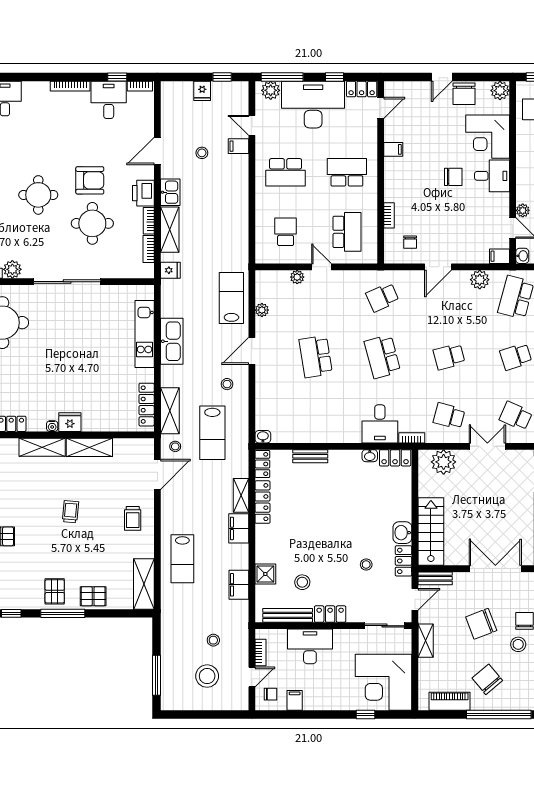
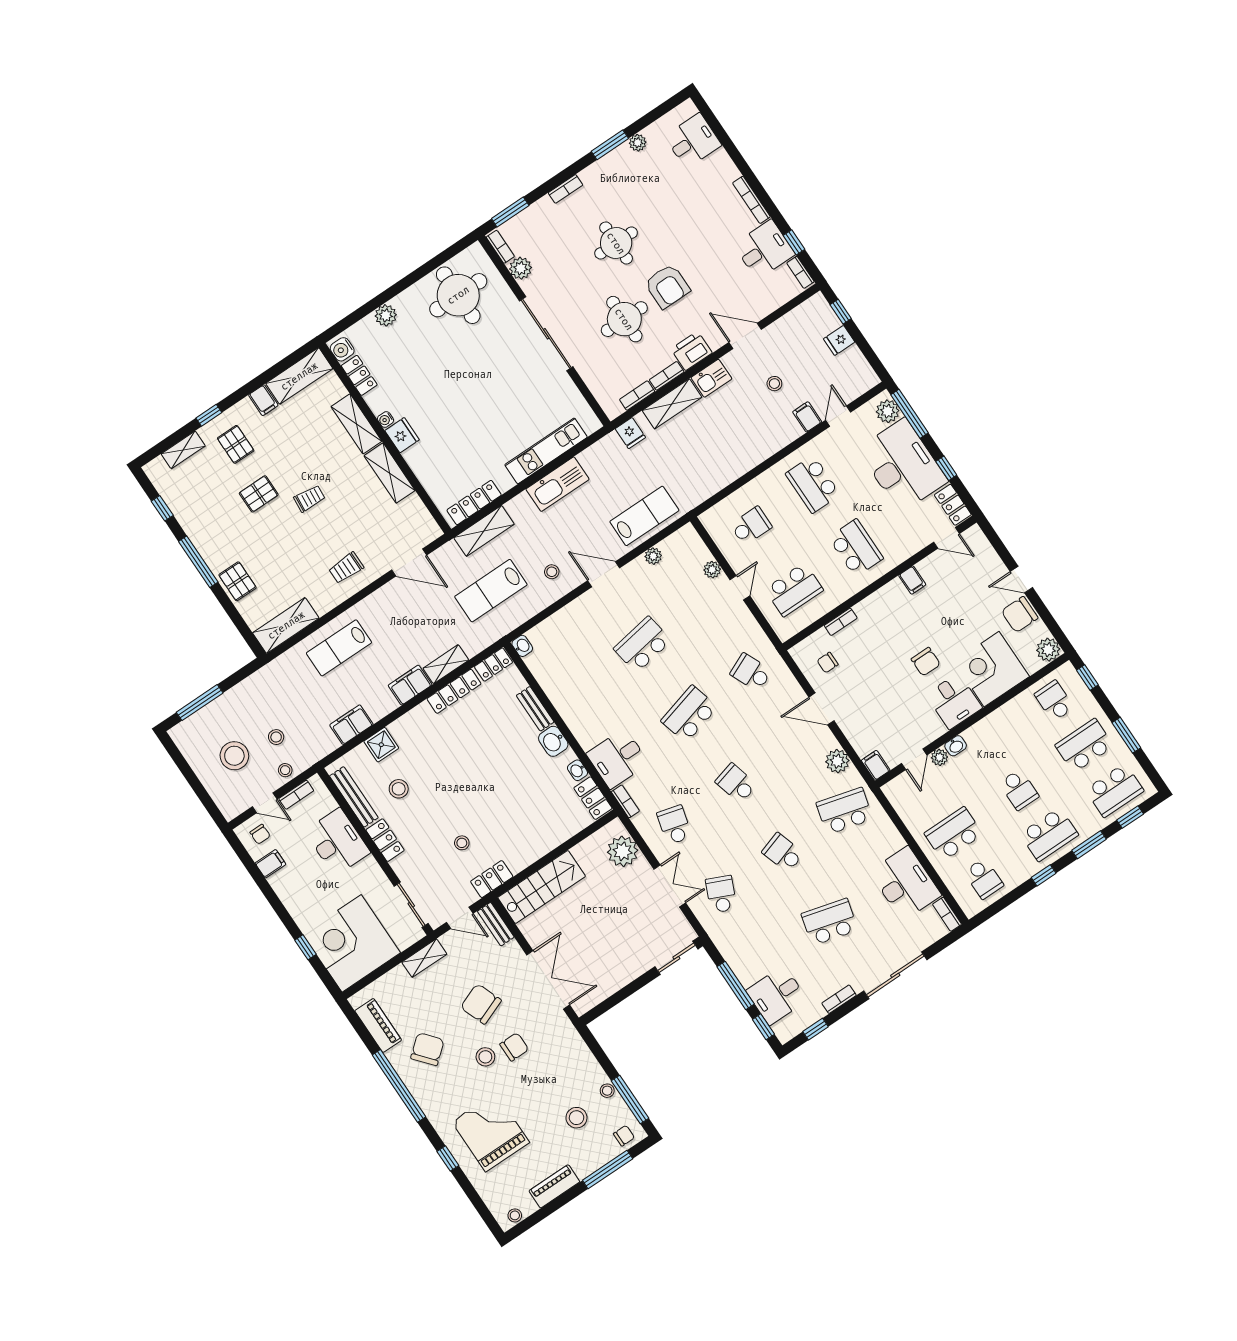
window: (222, 77) -> (841, 312), moved
washbasin: (522, 256) -> (956, 746), moved
stool: (175, 446) -> (285, 770), moved
washbasin: (402, 533) -> (553, 741), moved, turned -90
pallet: (55, 591) -> (259, 494), moved

